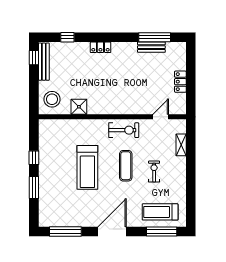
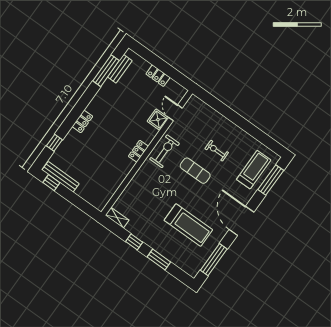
bench: (151, 47) -> (120, 69), moved
stool: (52, 99) -> (97, 192), removed
shower: (79, 107) -> (158, 120), moved
locker: (109, 109) -> (138, 151), added
shelving: (181, 145) -> (117, 218), moved
treadmill: (87, 167) -> (188, 225), moved
treadmill: (160, 212) -> (254, 170), turned 180

